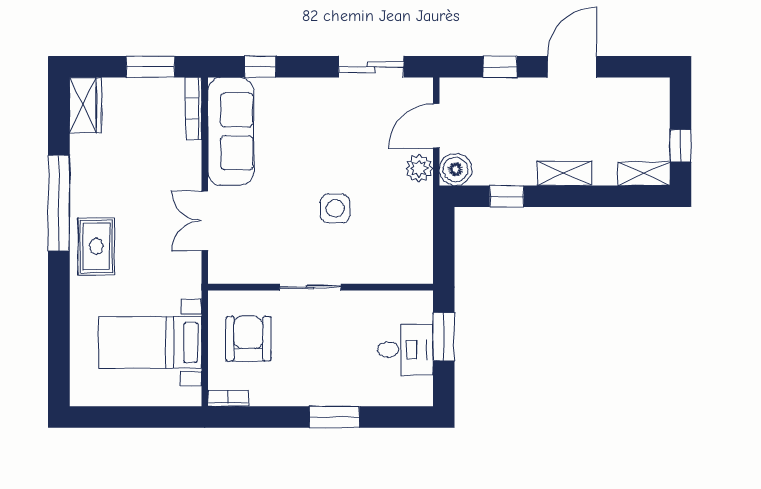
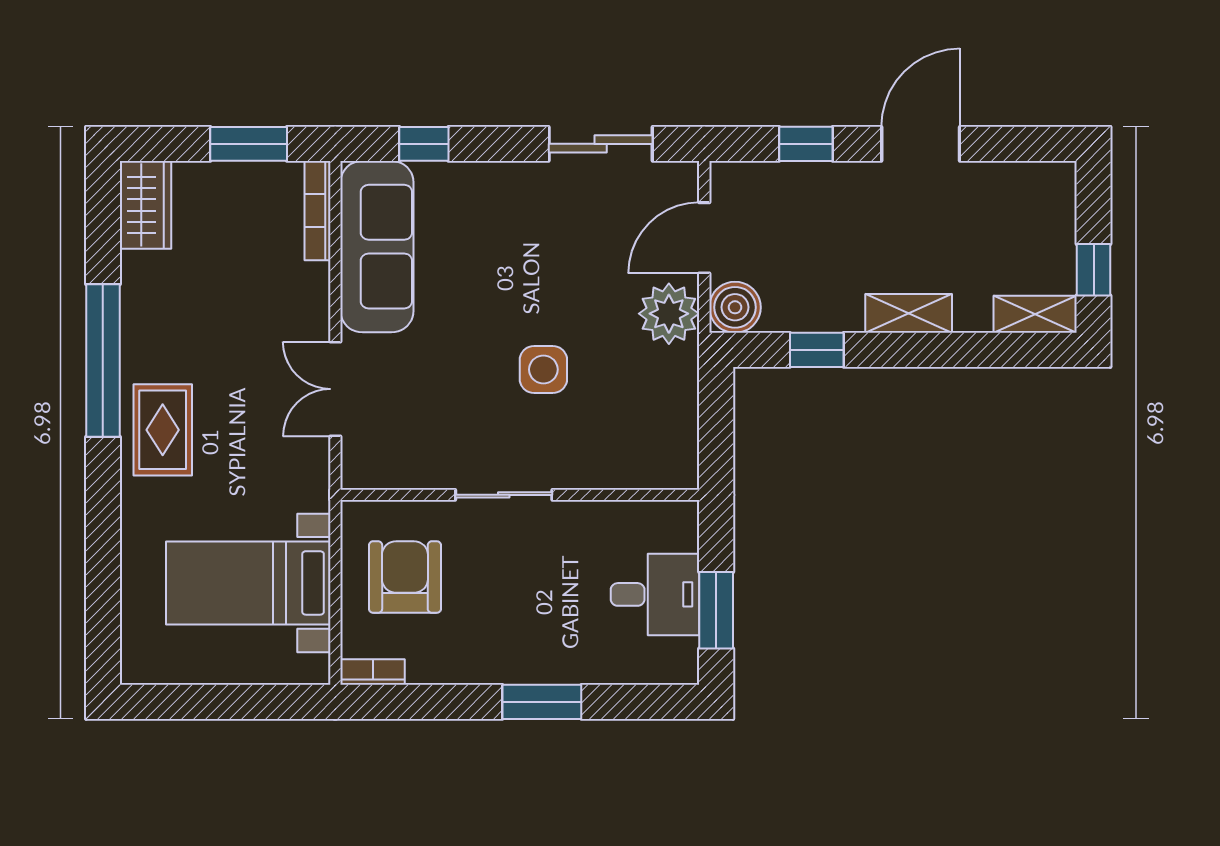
plant: (419, 168) -> (669, 314), width x1.36, depth x1.36
window: (444, 337) -> (716, 610), moved

